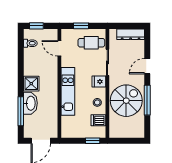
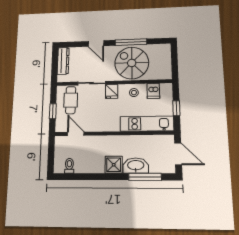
window: (36, 26) -> (51, 159), removed
door: (59, 48) -> (76, 134), swing flipped
kitchen unit: (68, 91) -> (147, 124), moved
window: (93, 141) -> (176, 108), moved

